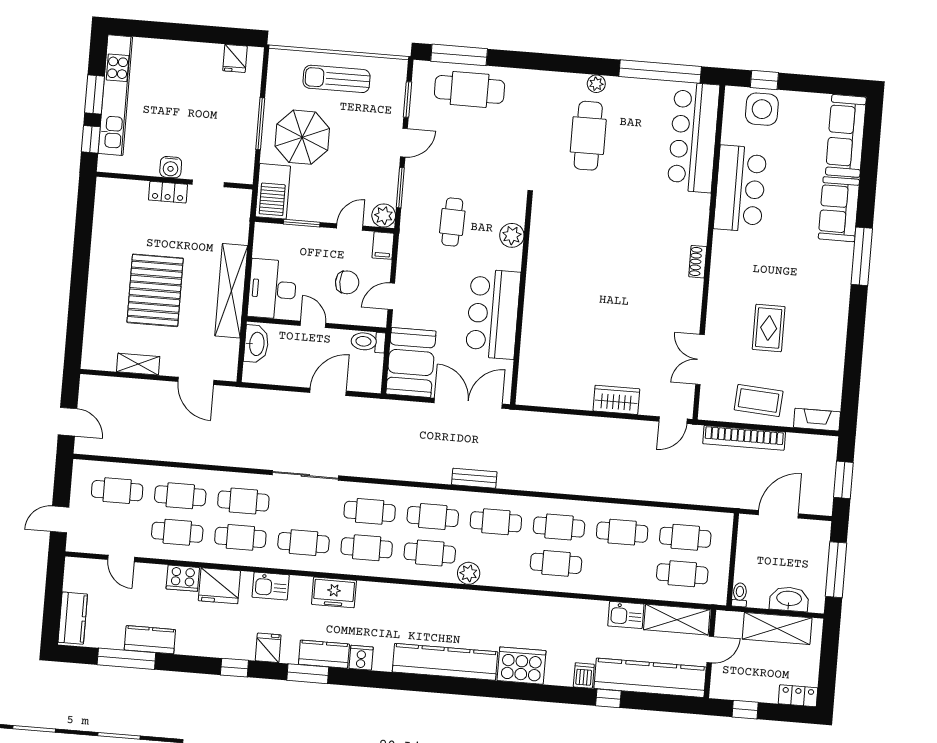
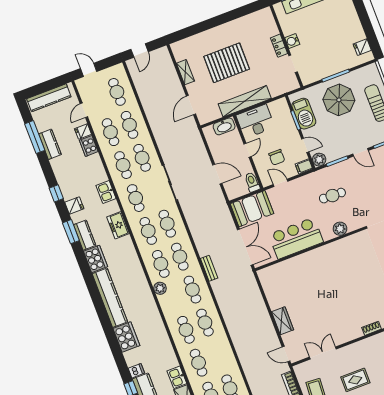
barbecue: (273, 191) -> (304, 114), moved, turned -90
cafe table: (622, 532) -> (199, 363), moved
fridge: (219, 586) -> (83, 132), moved, width x0.53, depth x0.75
kitchen counter: (73, 618) -> (49, 98), width x1.50
cooker: (361, 658) -> (96, 259), width x1.87, depth x1.31

